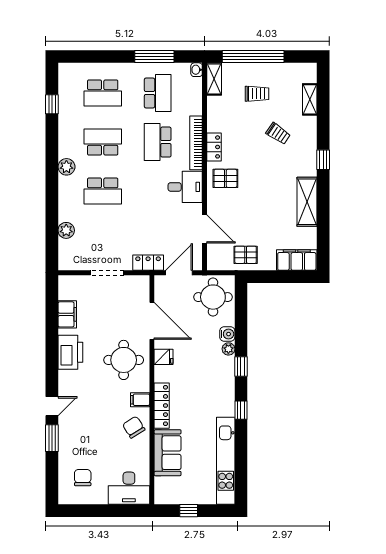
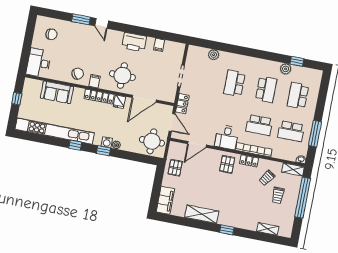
trolley: (278, 134) -> (267, 178), moved
school desk: (158, 142) -> (259, 125), turned 180
plant: (66, 167) -> (286, 69), moved
filing cabinet: (67, 314) -> (159, 45), width x0.50
water cooler: (227, 334) -> (107, 142), moved
locker: (162, 406) -> (99, 97), moved
kitchen unit: (226, 461) -> (55, 131), width x1.36

